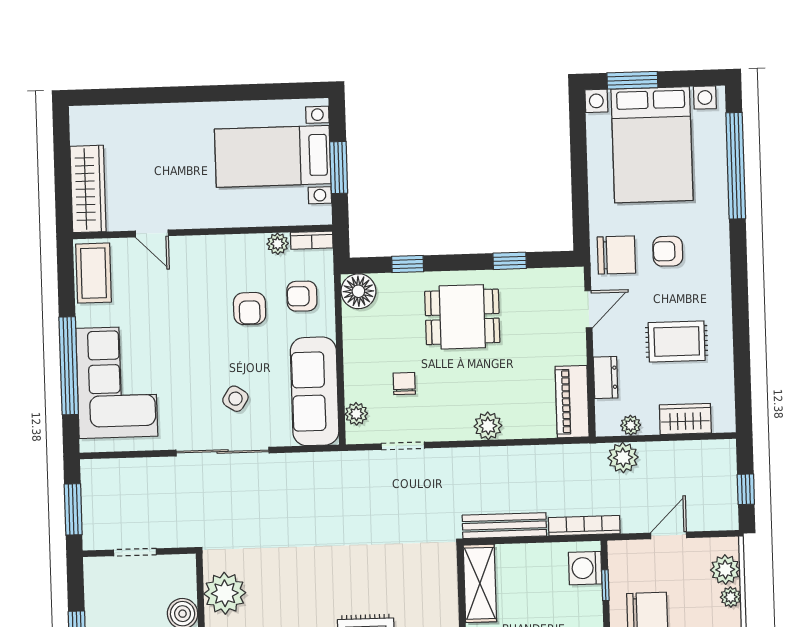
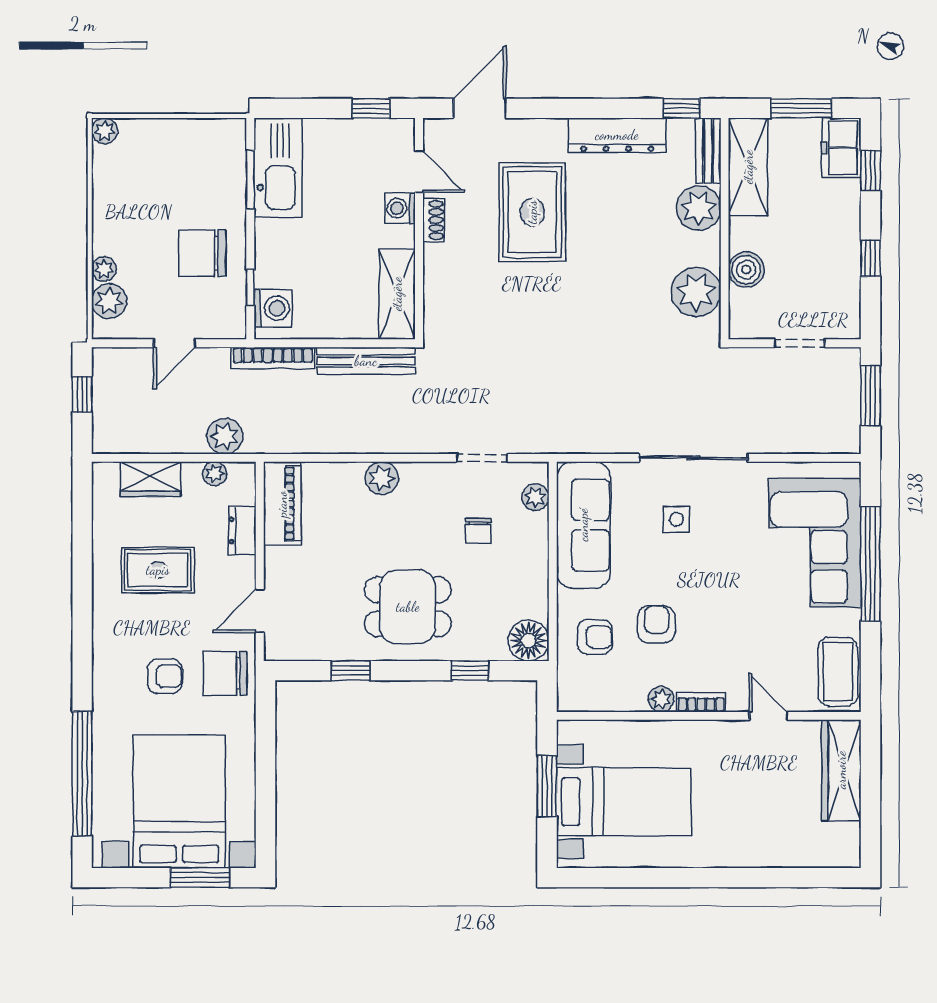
bookcase: (312, 240) -> (701, 702), moved
plant: (278, 244) -> (661, 699), moved
side table: (235, 399) -> (676, 519), turned -33

